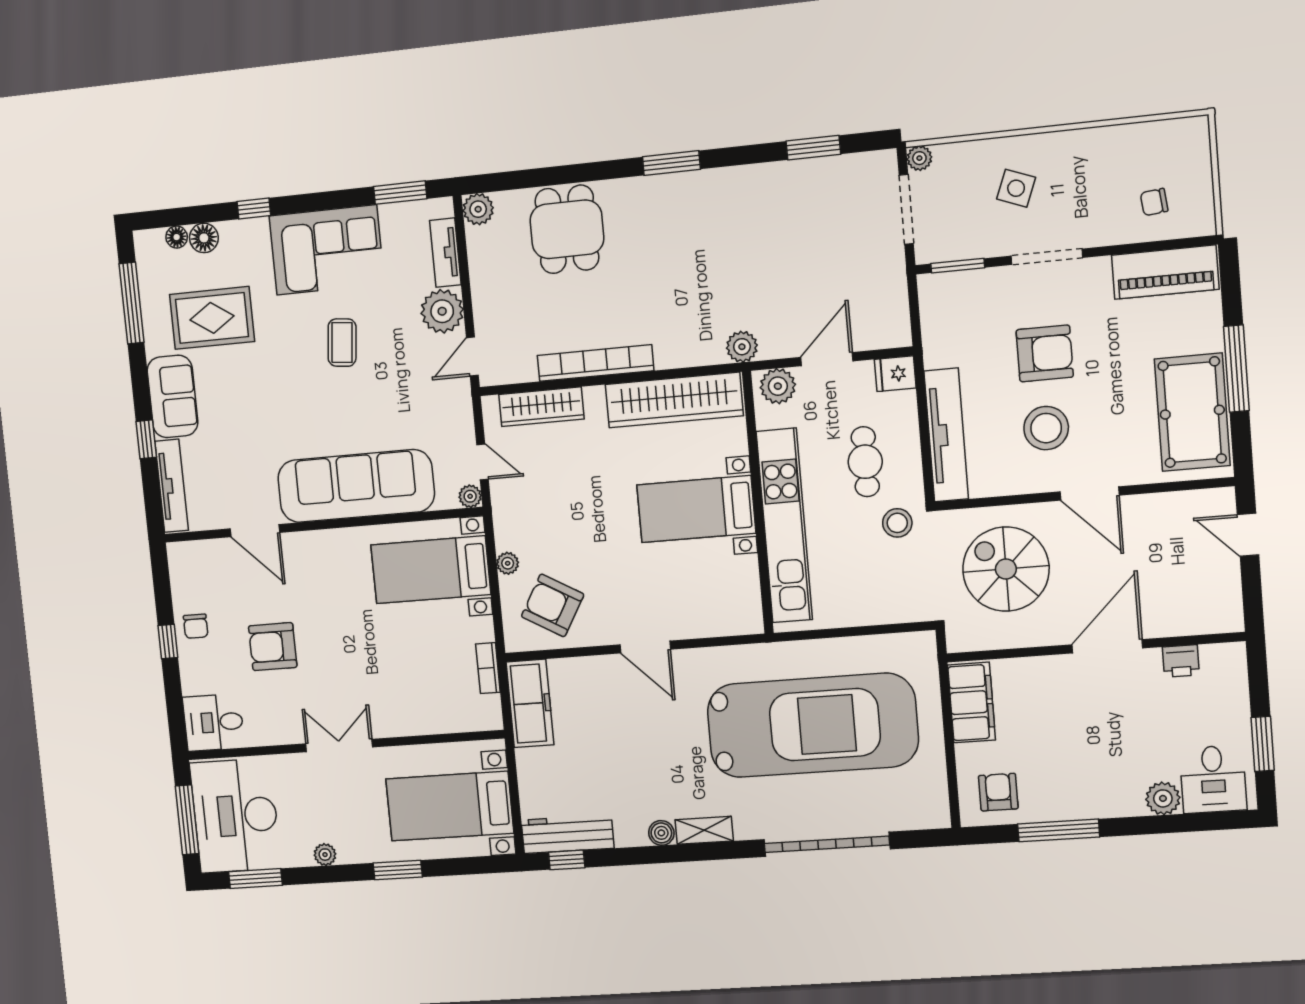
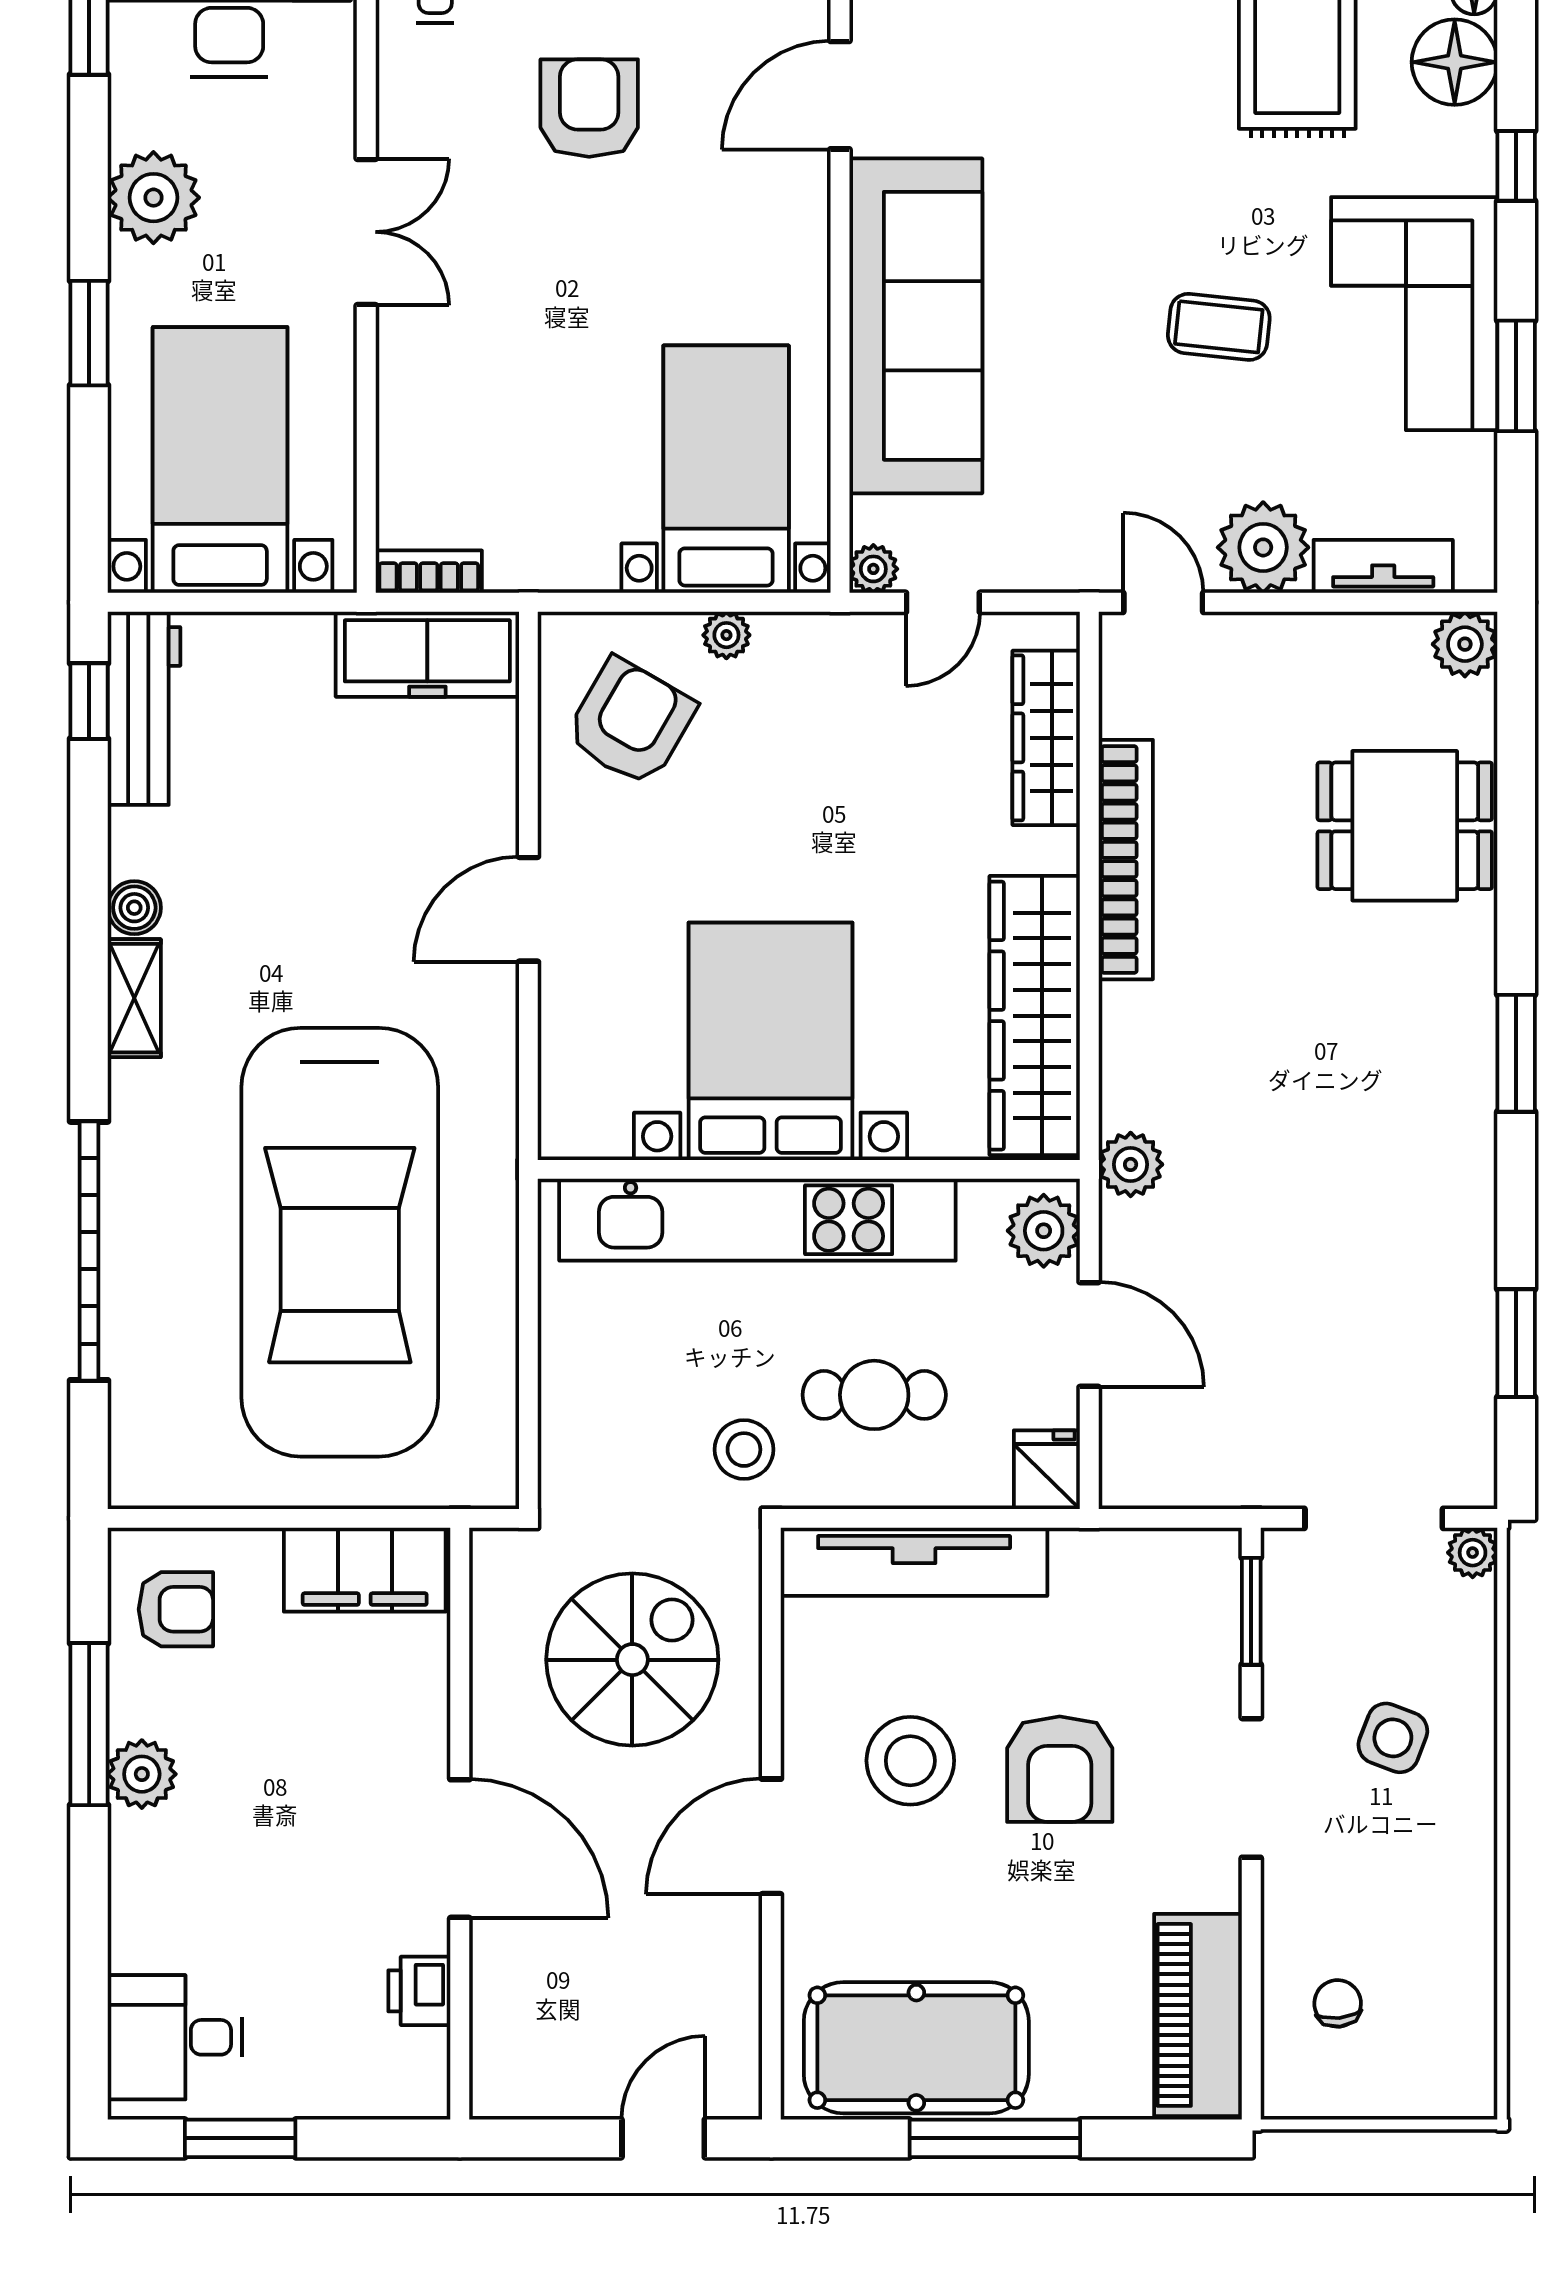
window: (400, 193) -> (1516, 376), moved
floor lamp: (204, 238) -> (1455, 62), width x1.38, depth x1.38
bed with nightstands: (696, 509) -> (770, 1041), width x1.36
bookcase: (488, 668) -> (429, 572), moved
plant: (1163, 798) -> (142, 1774), moved
plant: (325, 855) -> (153, 198), width x1.88, depth x1.88

